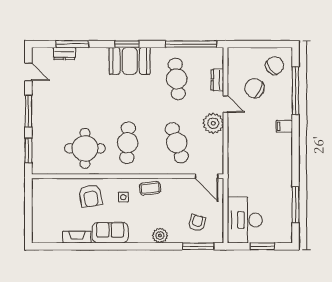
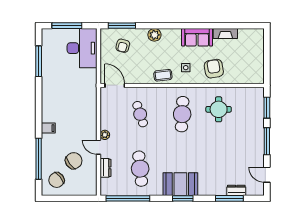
chair: (255, 88) -> (74, 161), turned -62
plant: (213, 123) -> (105, 135), width x0.53, depth x0.53
cafe table: (177, 143) -> (140, 114), width x0.73, depth x0.74
round table: (85, 148) -> (219, 109), width x0.73, depth x0.73
window: (262, 246) -> (67, 26), width x1.44

